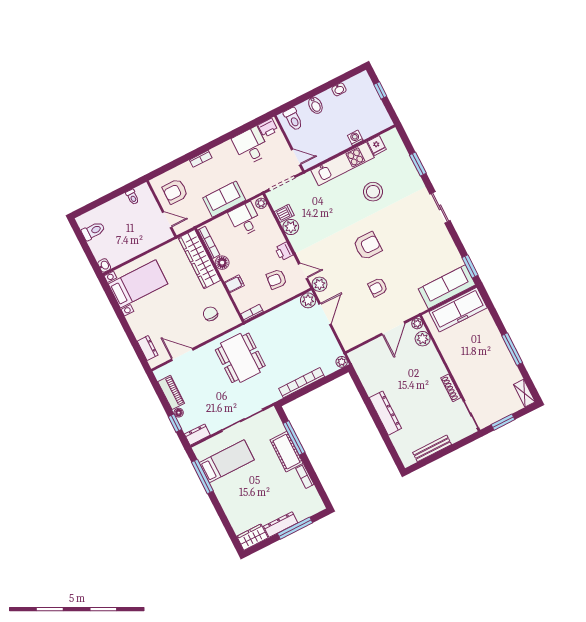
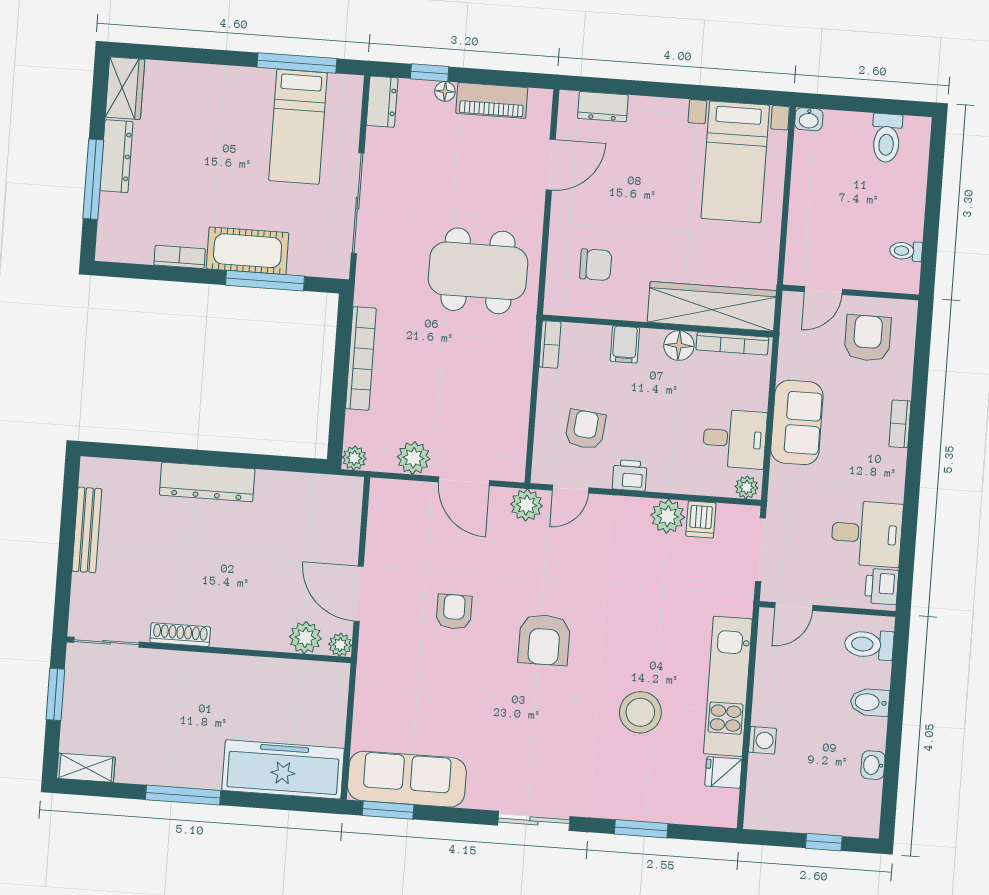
sofa: (447, 287) -> (407, 779), moved, turned -90
plant: (308, 300) -> (414, 458), moved
freezer: (458, 310) -> (283, 769), moved, turned 90

